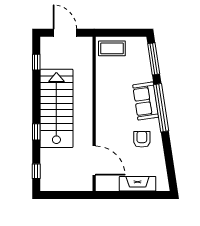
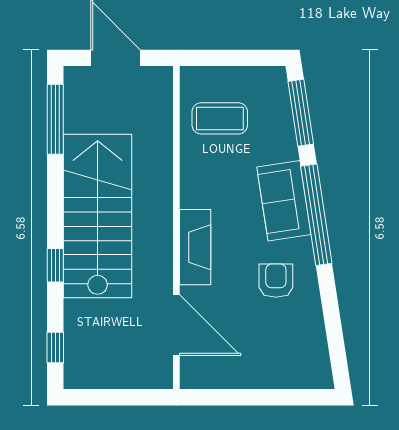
coffee table: (112, 48) -> (220, 118), moved
window: (36, 62) -> (55, 119), width x2.17
fireplace: (138, 184) -> (195, 247), moved, turned 90

